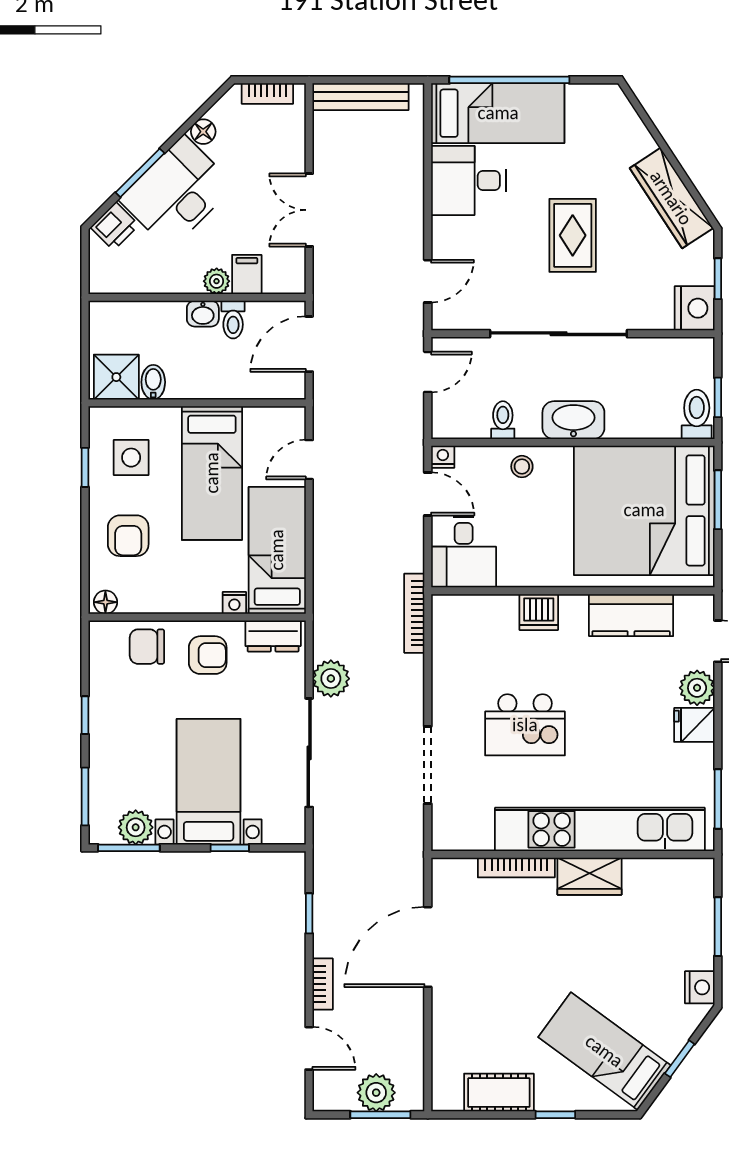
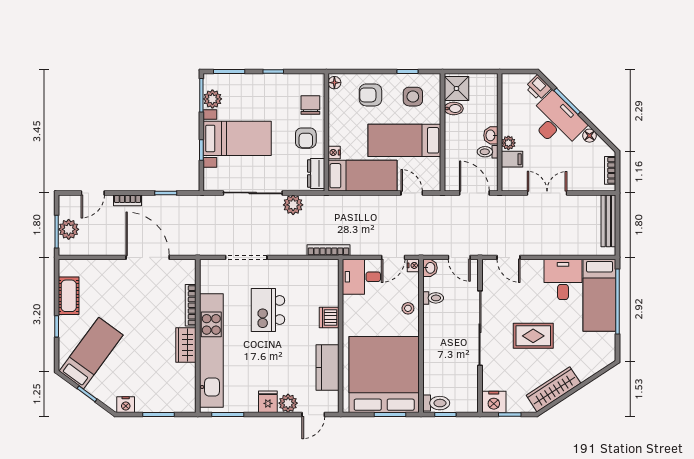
washbasin: (573, 420) -> (430, 268), moved, width x0.52, depth x0.69

